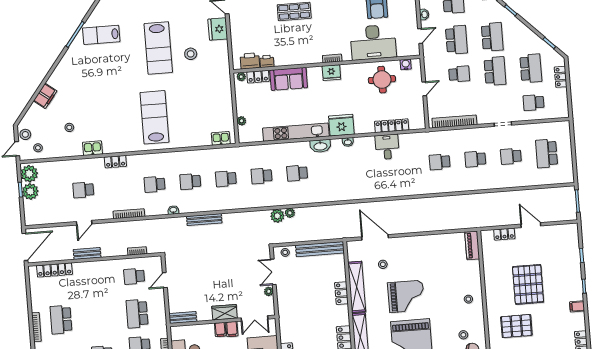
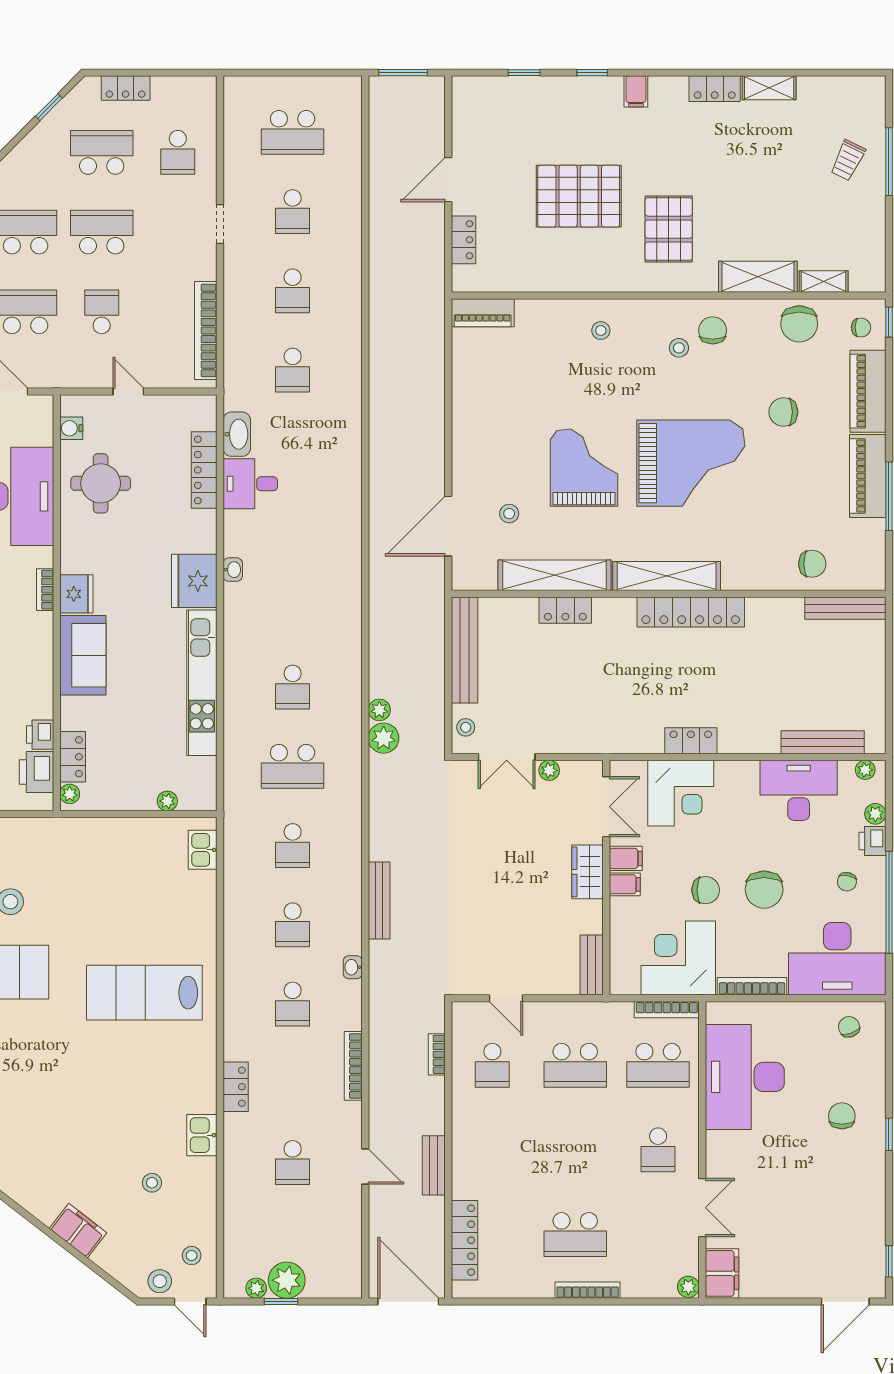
sofa: (289, 79) -> (83, 655), moved
washbasin: (320, 146) -> (237, 434), moved
plant: (29, 174) -> (256, 1288), width x0.53, depth x0.53
school desk: (262, 176) -> (293, 766), width x1.85

